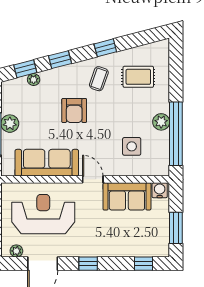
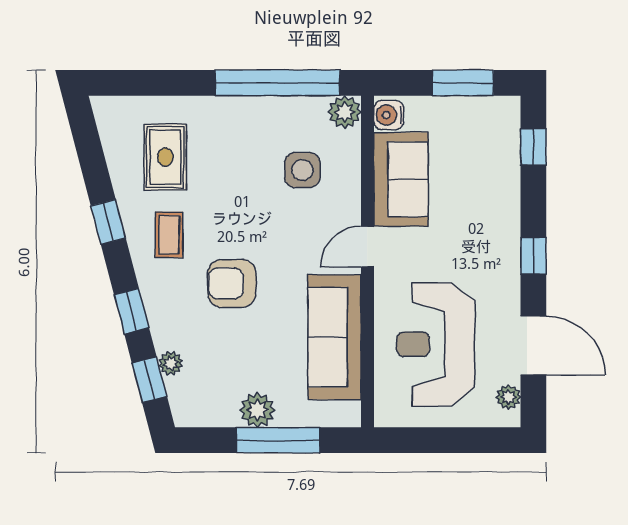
coffee table: (99, 79) -> (169, 235), turned 71
armchair: (74, 111) -> (232, 283), turned 180
plant: (161, 122) -> (345, 112), moved

